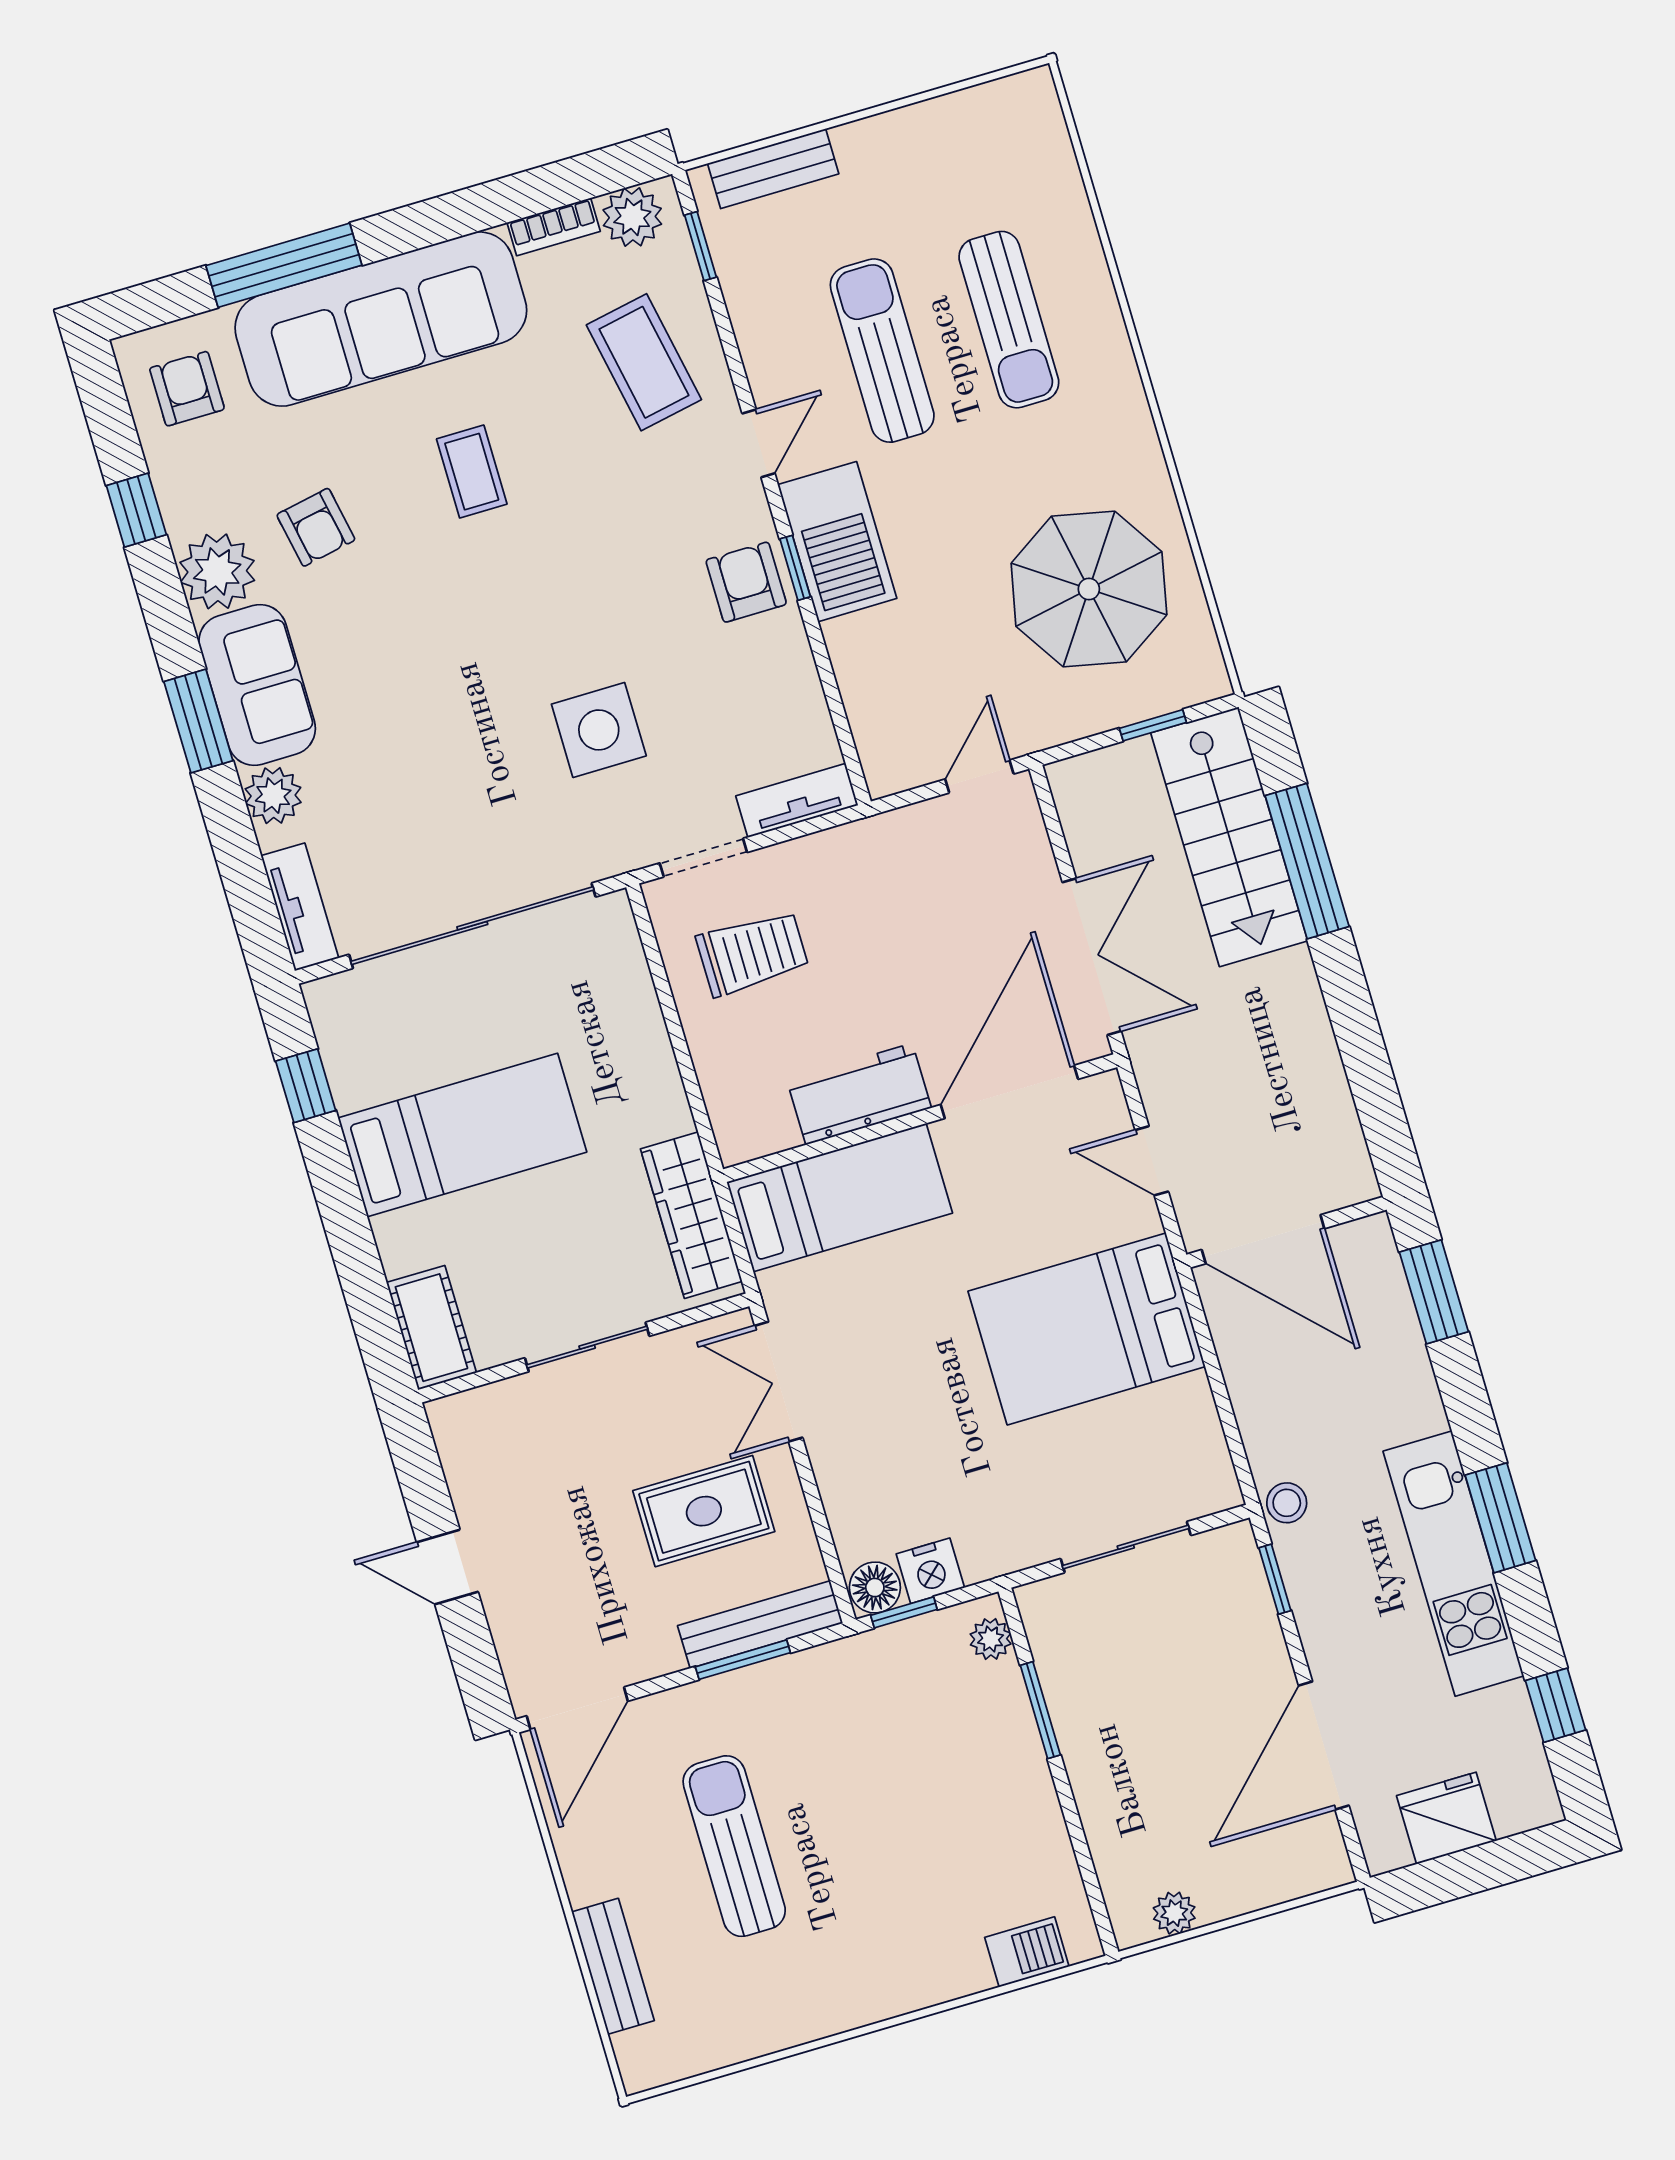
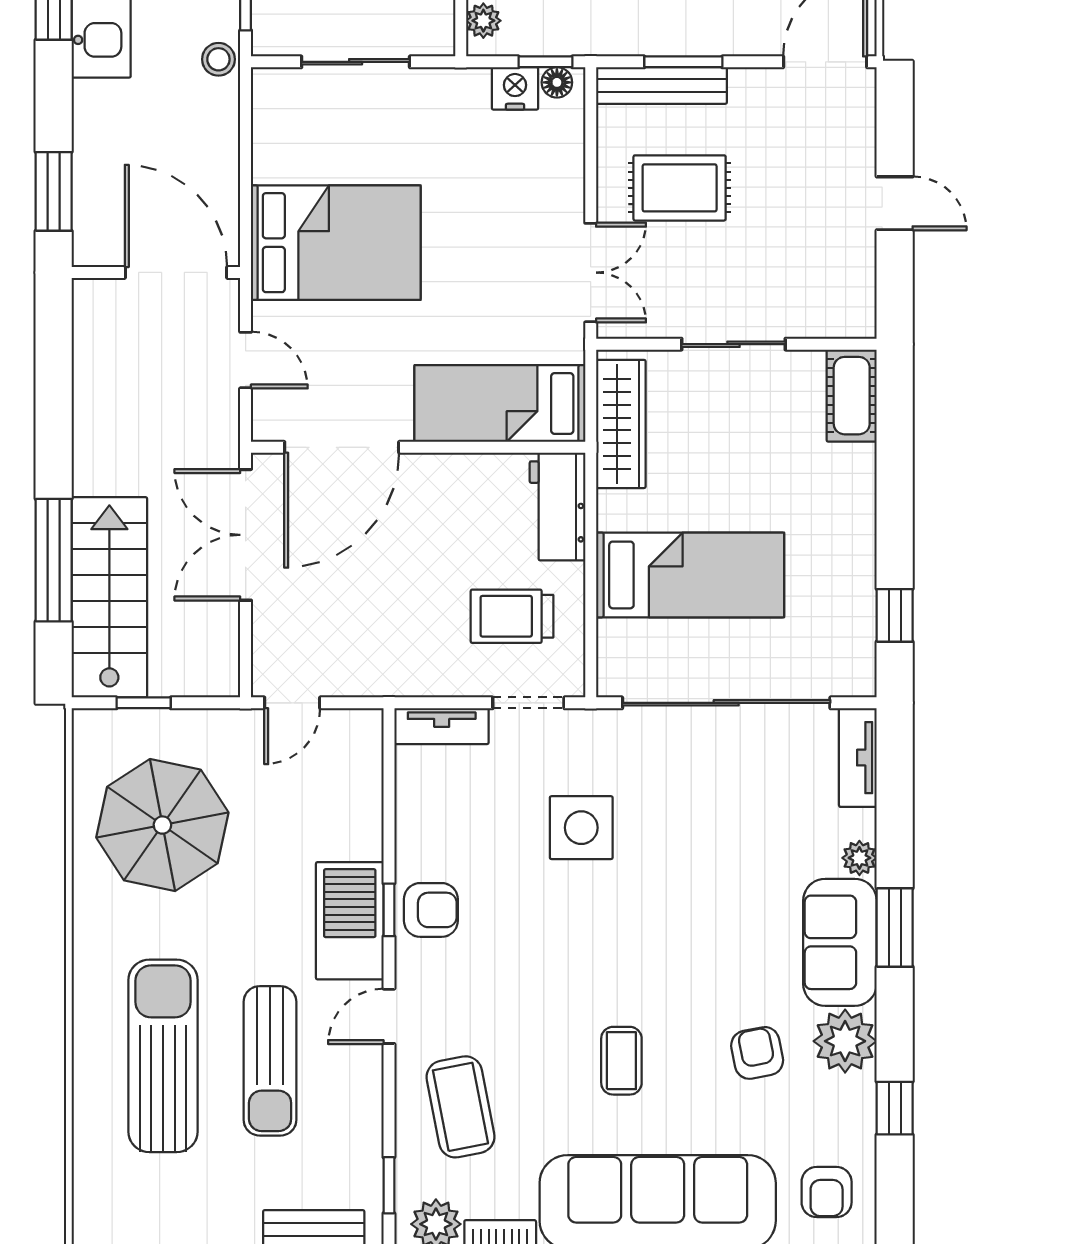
sun lounger: (1009, 320) -> (163, 1056), width x1.36, depth x1.34
armchair: (746, 582) -> (431, 910), turned -90
plant: (273, 796) -> (859, 858), width x0.73, depth x0.73
workbench: (859, 1094) -> (557, 507), moved, turned 90
bed: (462, 1135) -> (690, 575), moved, turned 180
floor lamp: (875, 1588) -> (557, 82), width x0.73, depth x0.73

